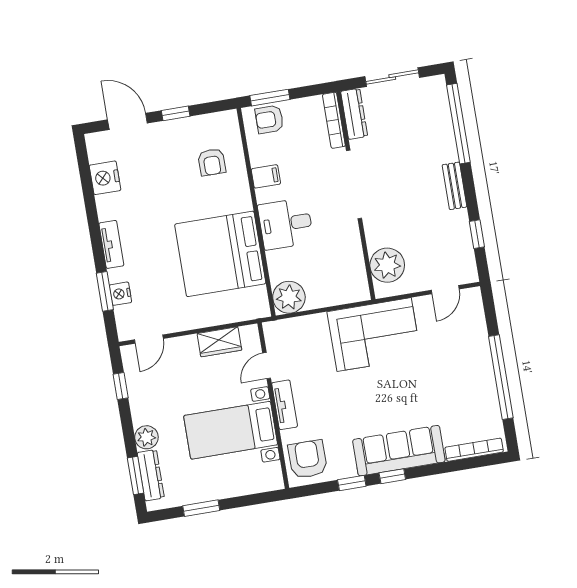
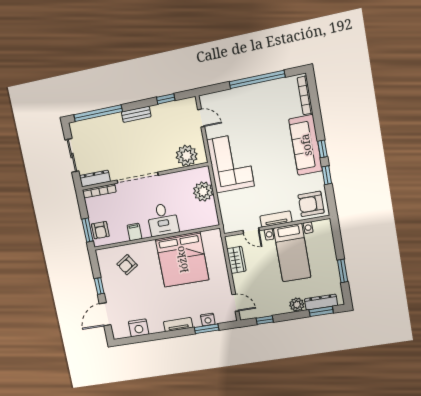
armchair: (212, 162) -> (127, 265), turned 148
plant: (289, 297) -> (203, 191), moved

